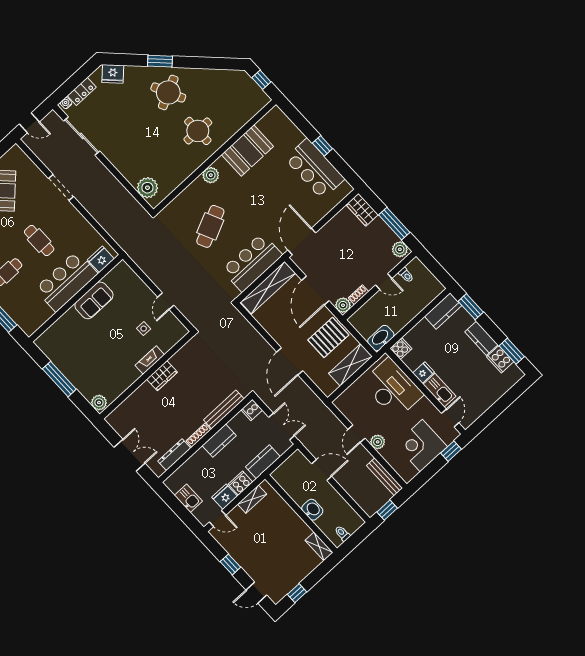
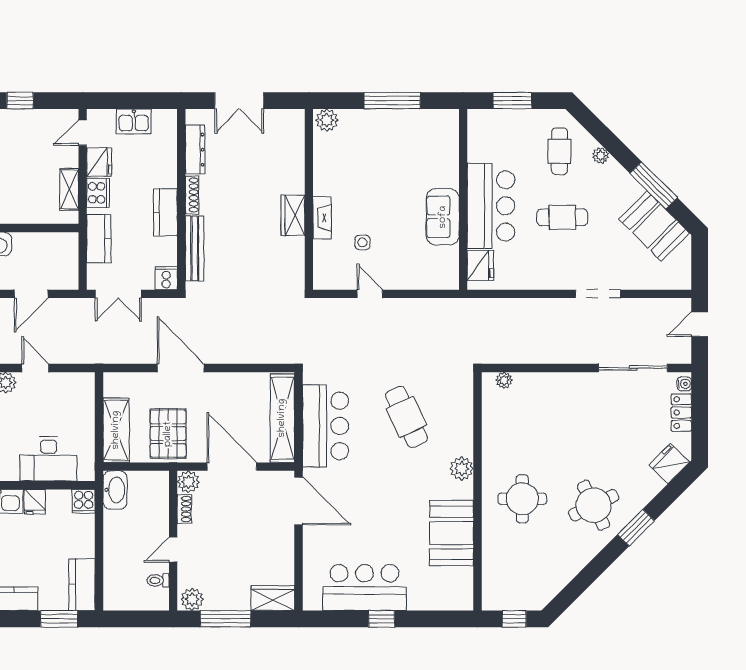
plant: (147, 188) -> (504, 380), width x0.53, depth x0.53
desk: (392, 389) -> (49, 459), width x0.73, depth x0.77

